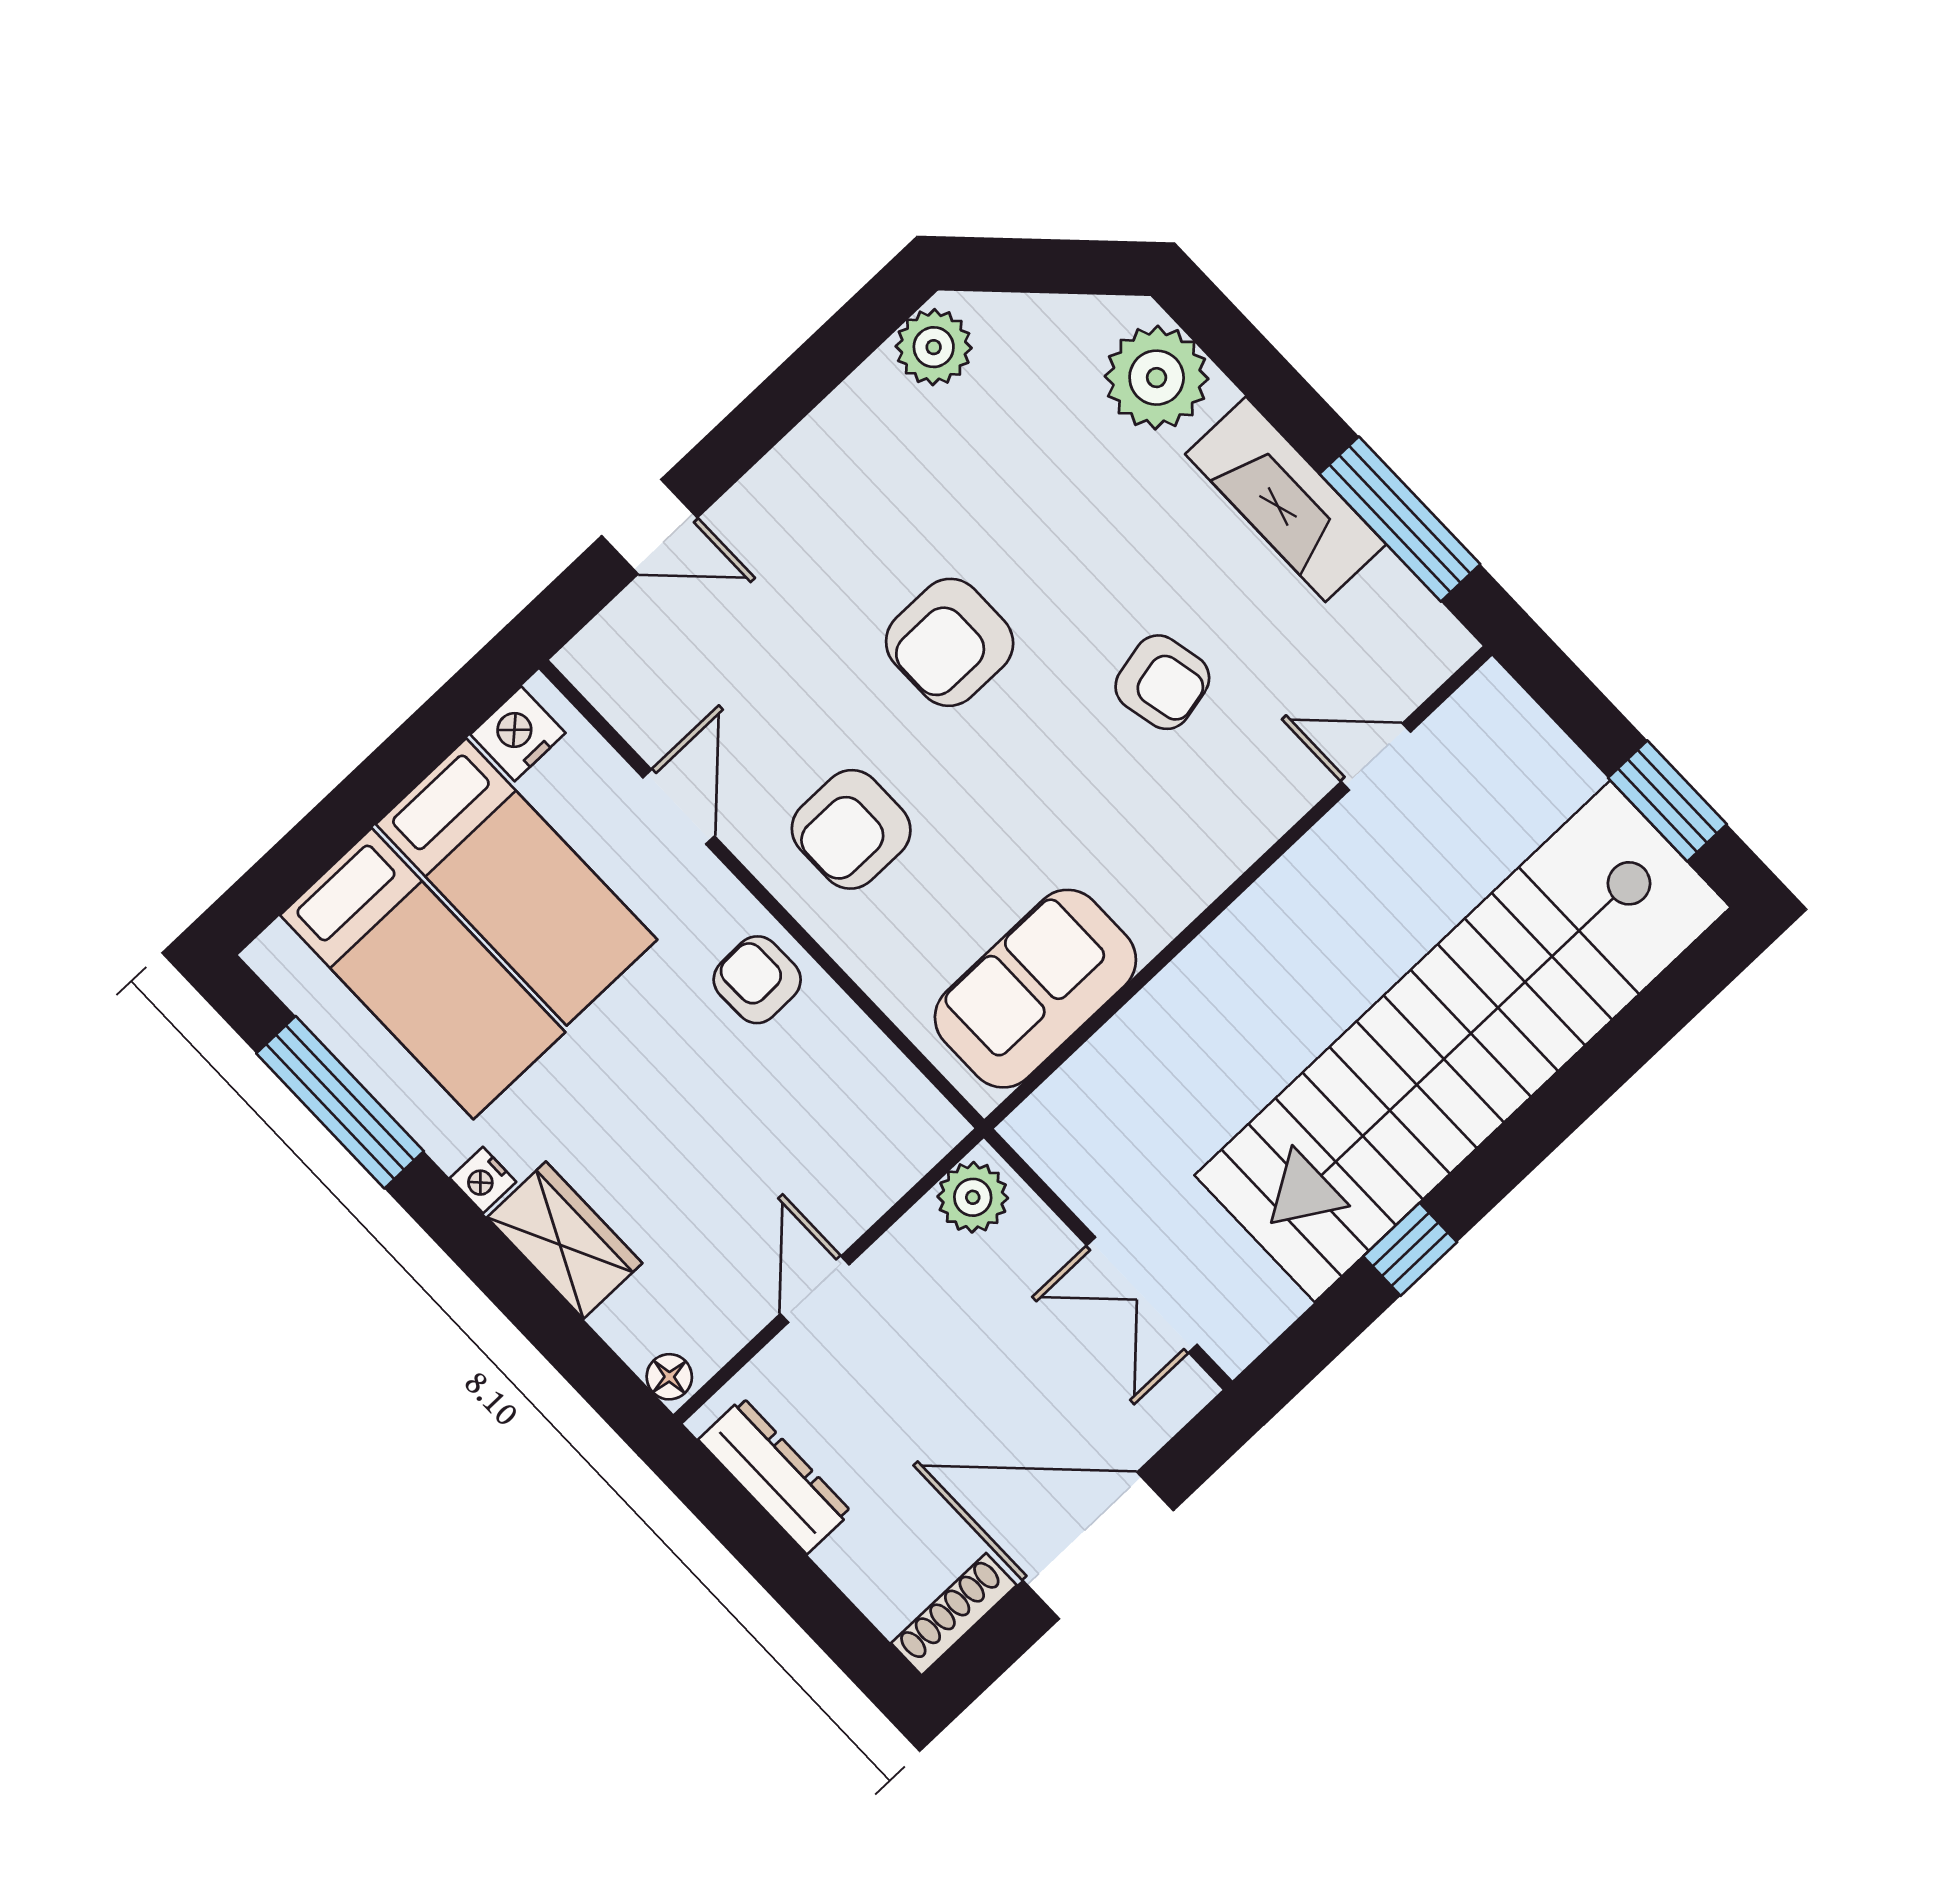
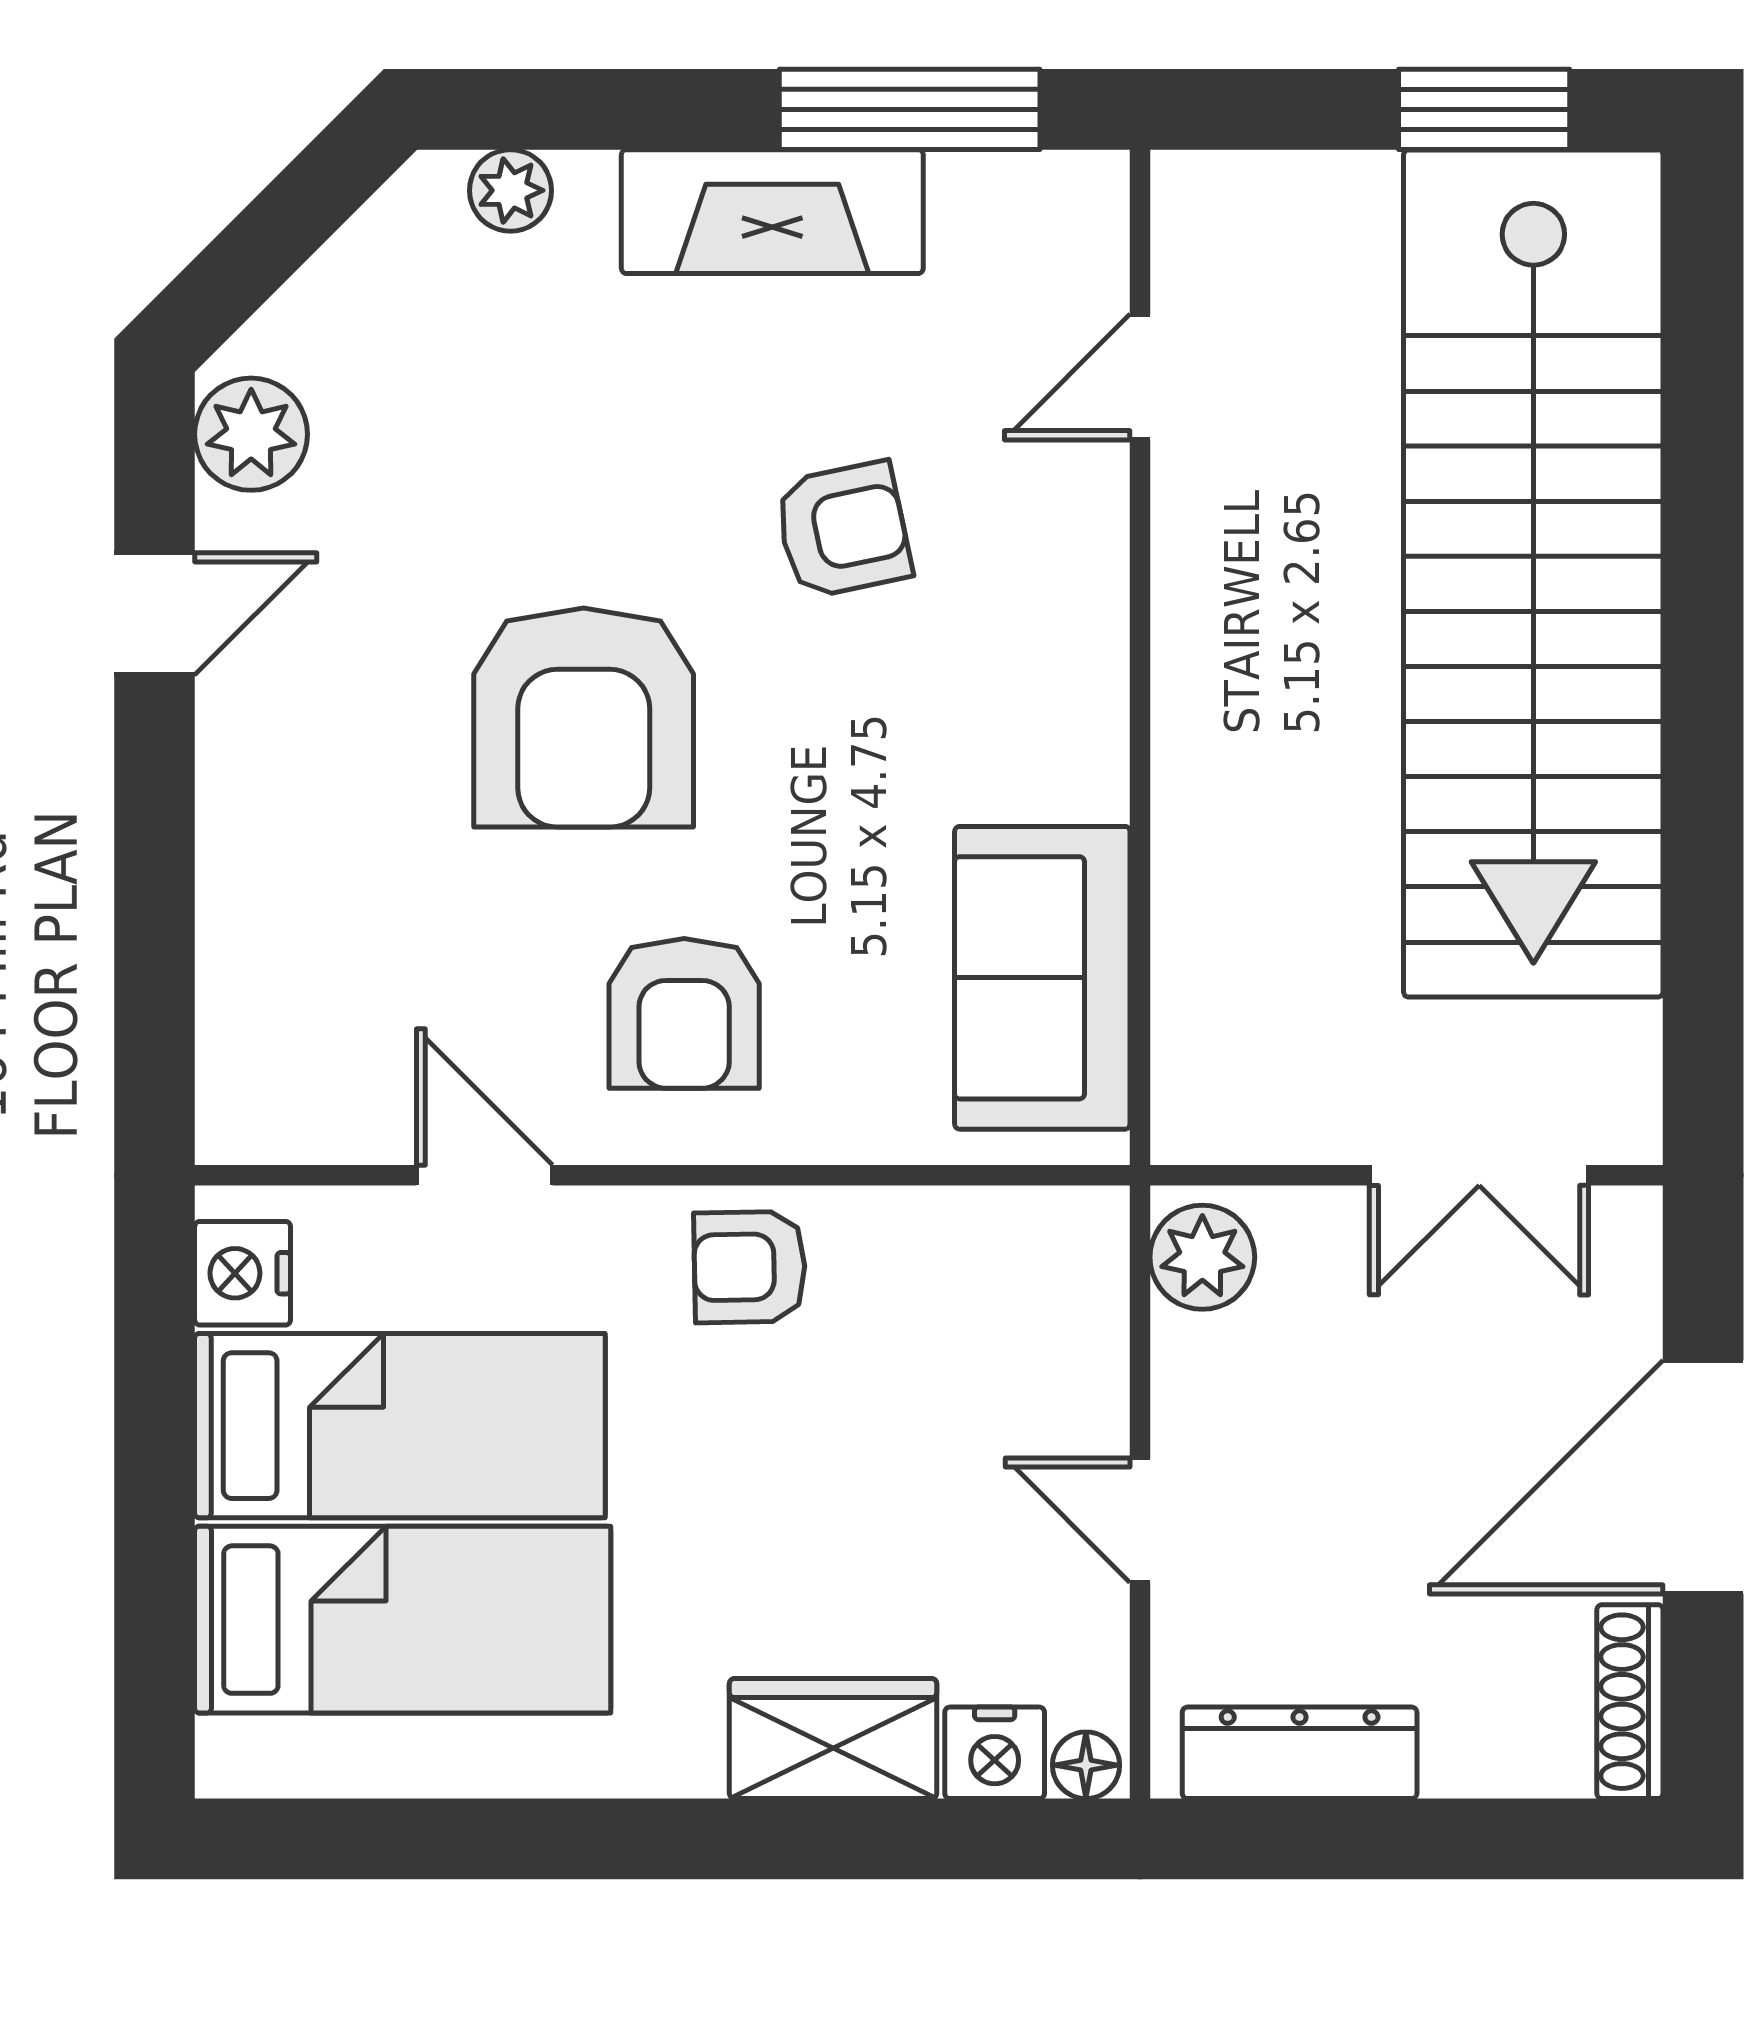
plant: (1157, 378) -> (510, 190), width x0.53, depth x0.53
door: (650, 527) -> (155, 614), moved
armchair: (950, 642) -> (584, 717), width x1.36, depth x1.36
window: (340, 1102) -> (457, 1839), removed
nightstand: (483, 1180) -> (995, 1753), moved, width x1.39, depth x1.35
window: (1410, 1249) -> (1703, 841), removed

